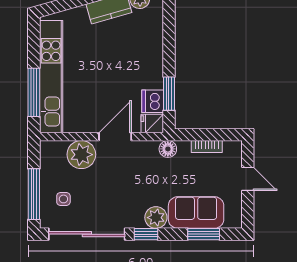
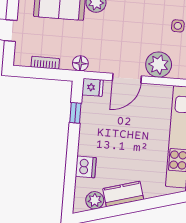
window: (169, 94) -> (75, 113), width x0.67
dishwasher: (153, 101) -> (86, 167), moved

